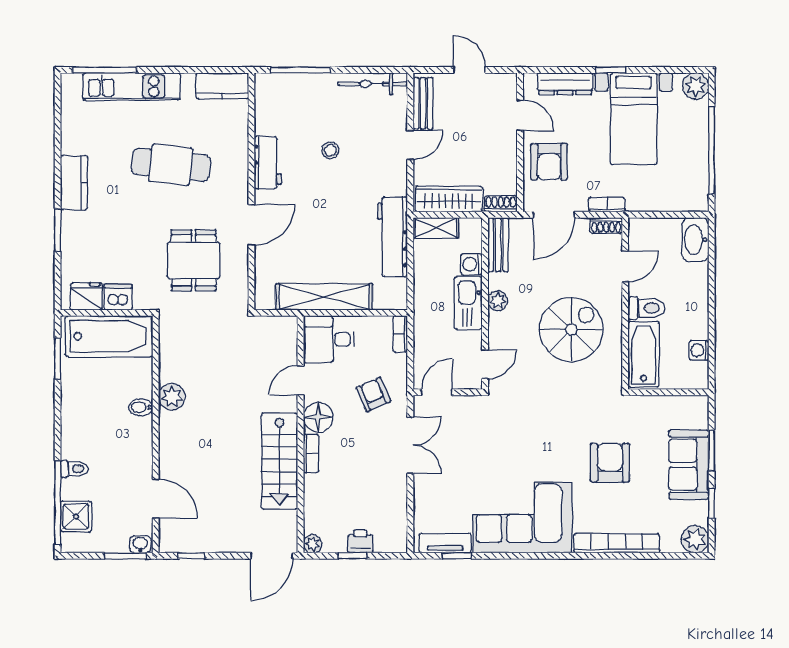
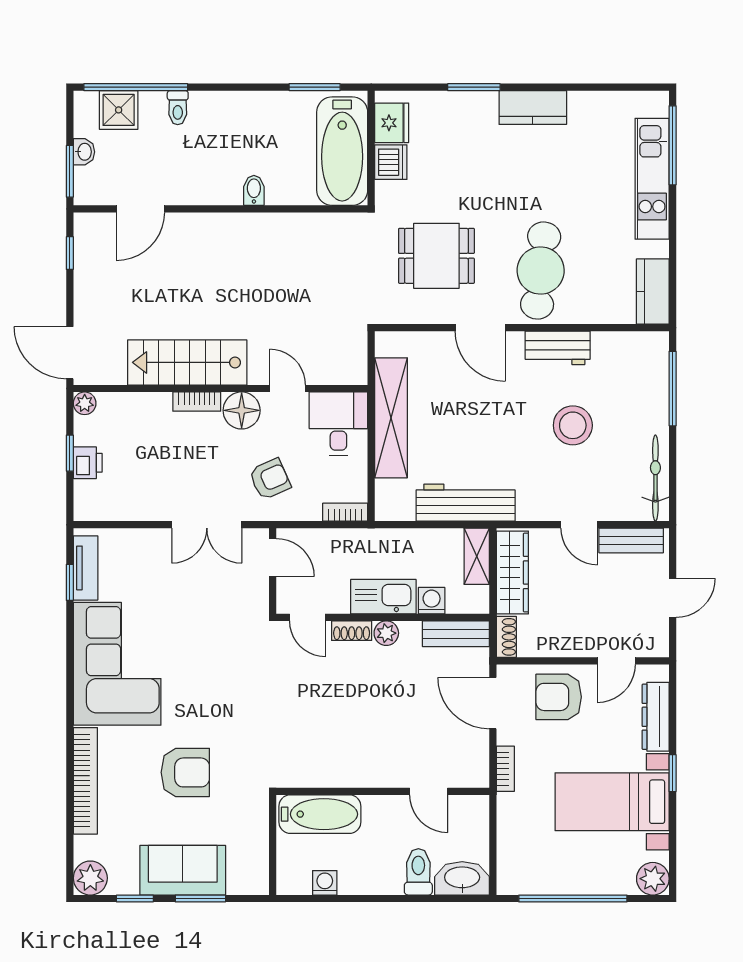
stool: (330, 150) -> (573, 425), width x1.89, depth x1.89
cafe table: (171, 165) -> (541, 271), moved
shoe rack: (606, 225) -> (352, 631), moved, turned -90
toilet: (647, 308) -> (418, 872), moved, turned 180
spiral stairs: (571, 330) -> (351, 724), removed
plant: (172, 397) -> (267, 229), removed
washbasin: (140, 544) -> (84, 152), moved

